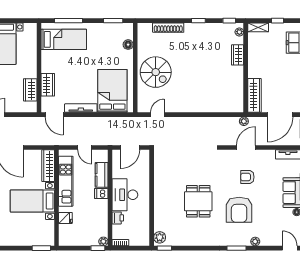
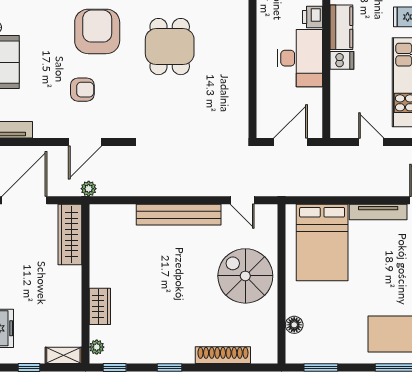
bench: (193, 107) -> (179, 215), added
door: (157, 115) -> (242, 200), hinge flipped
kitchen counter: (102, 175) -> (341, 27), moved

